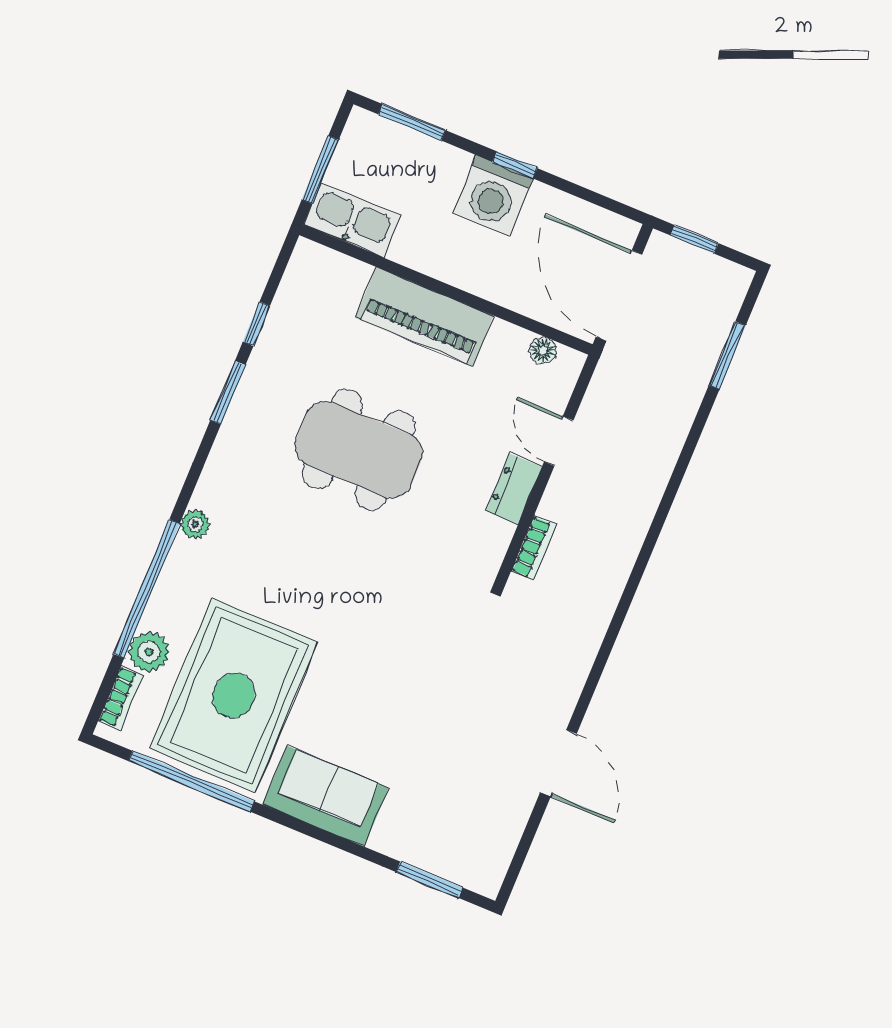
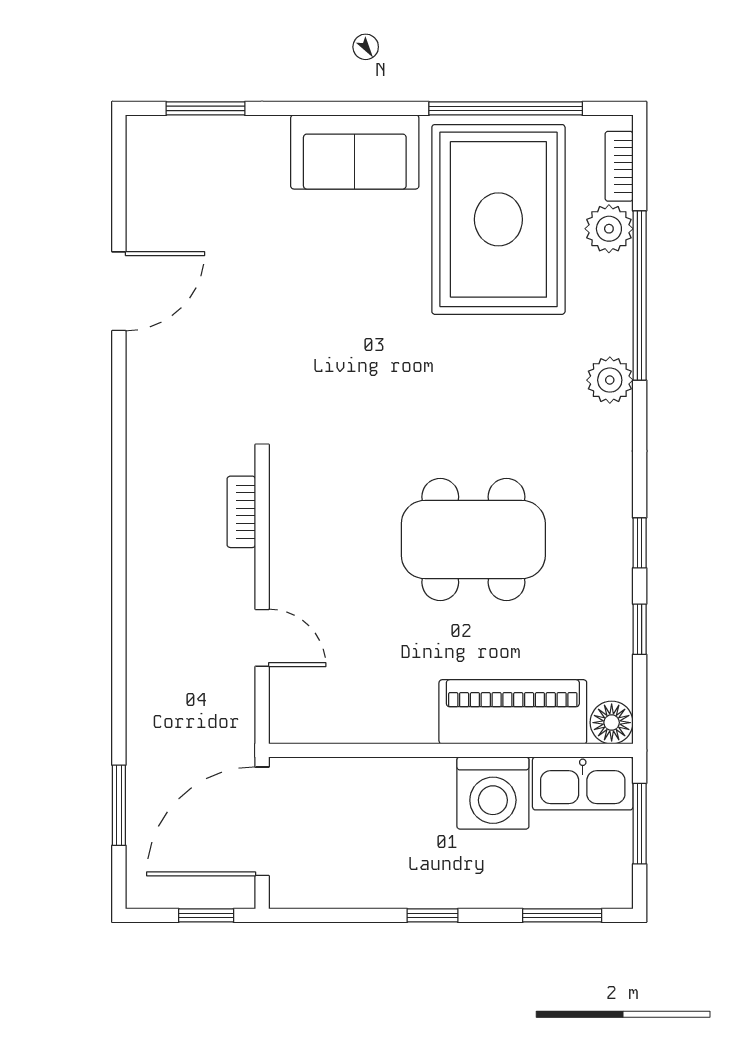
washing machine: (493, 196) -> (493, 793), moved, turned 180
door: (619, 295) -> (262, 821), swing flipped
piano: (424, 317) -> (513, 712), moved
floor lamp: (543, 350) -> (612, 723), moved, width x1.37, depth x1.37
window: (228, 392) -> (640, 543), width x0.67
dresser: (514, 489) -> (289, 566), removed
plant: (195, 524) -> (610, 380), width x1.38, depth x1.38
door: (558, 763) -> (119, 291), swing flipped

